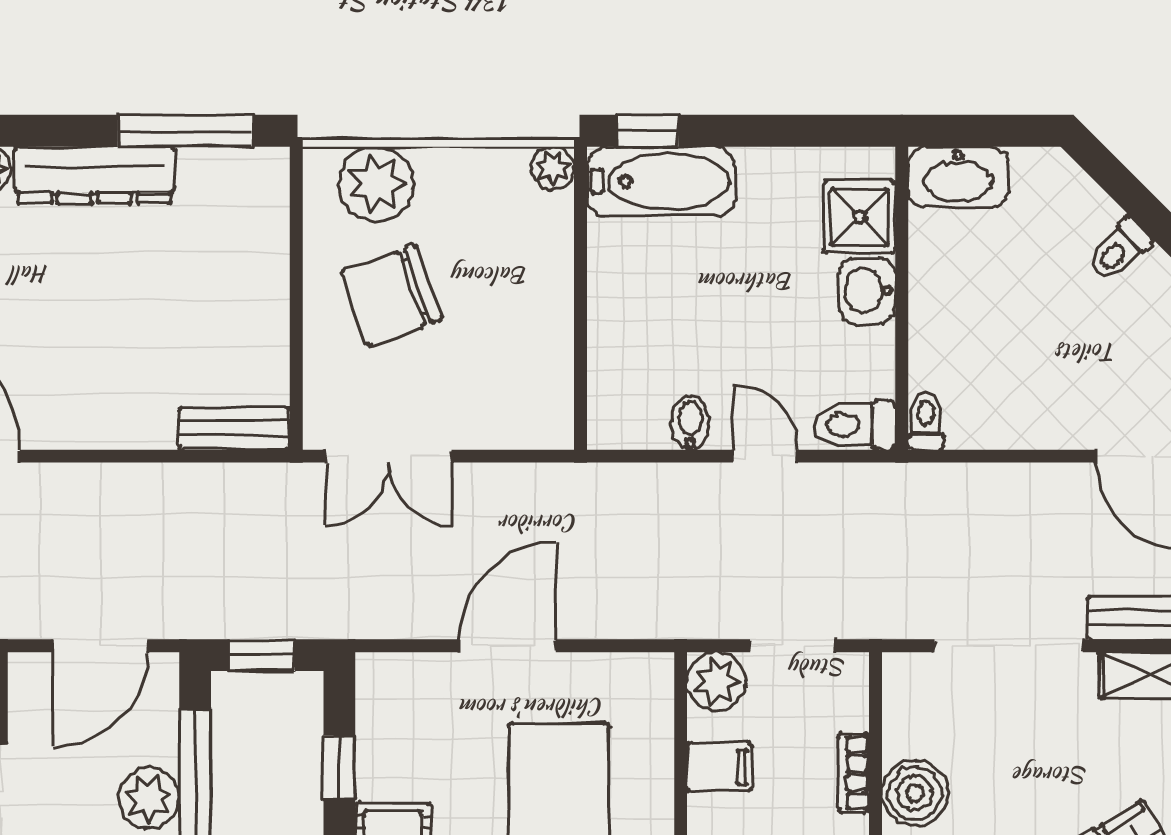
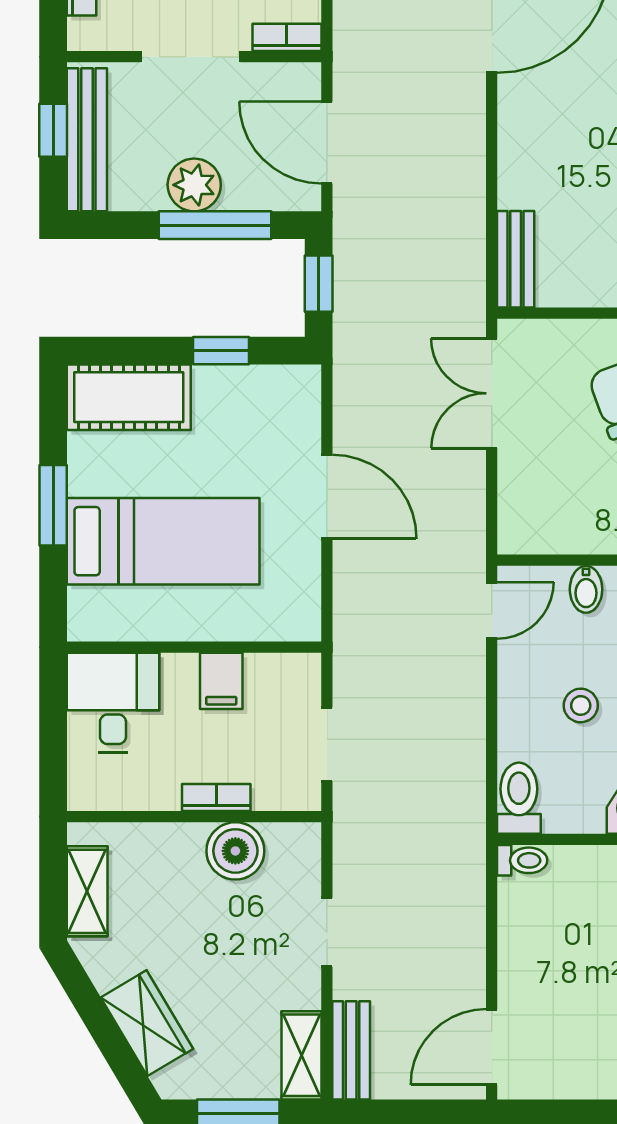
stool: (748, 354) -> (581, 705), added
bidet: (690, 423) -> (586, 589), moved, turned 90
door: (766, 456) -> (492, 610), moved
doorway: (1009, 646) -> (327, 932), width x0.53
plant: (716, 681) -> (296, 678), removed
boiler: (915, 793) -> (235, 851), moved

